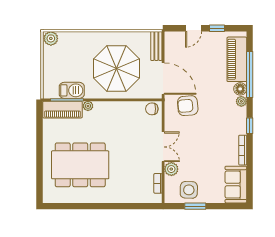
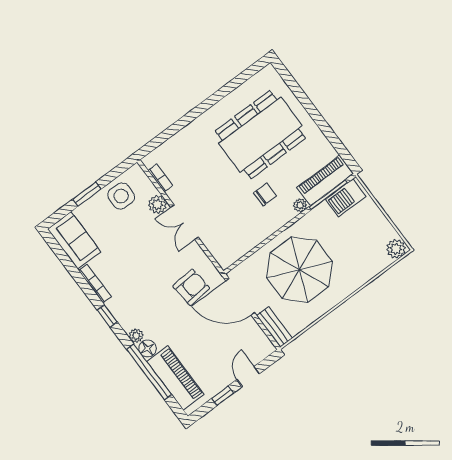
barbecue: (72, 90) -> (346, 198), moved
chair: (152, 109) -> (265, 194), moved
window: (195, 206) -> (87, 194), moved

